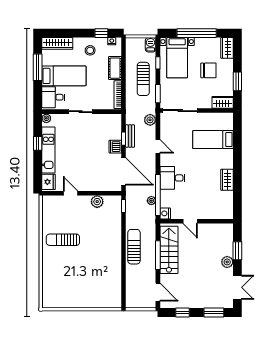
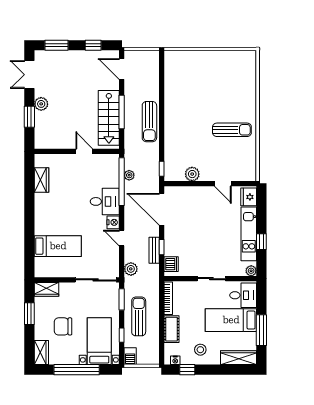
dishwasher: (115, 147) -> (171, 264), moved
wardrobe: (227, 180) -> (41, 180), moved
nightstand: (165, 213) -> (113, 222), moved

